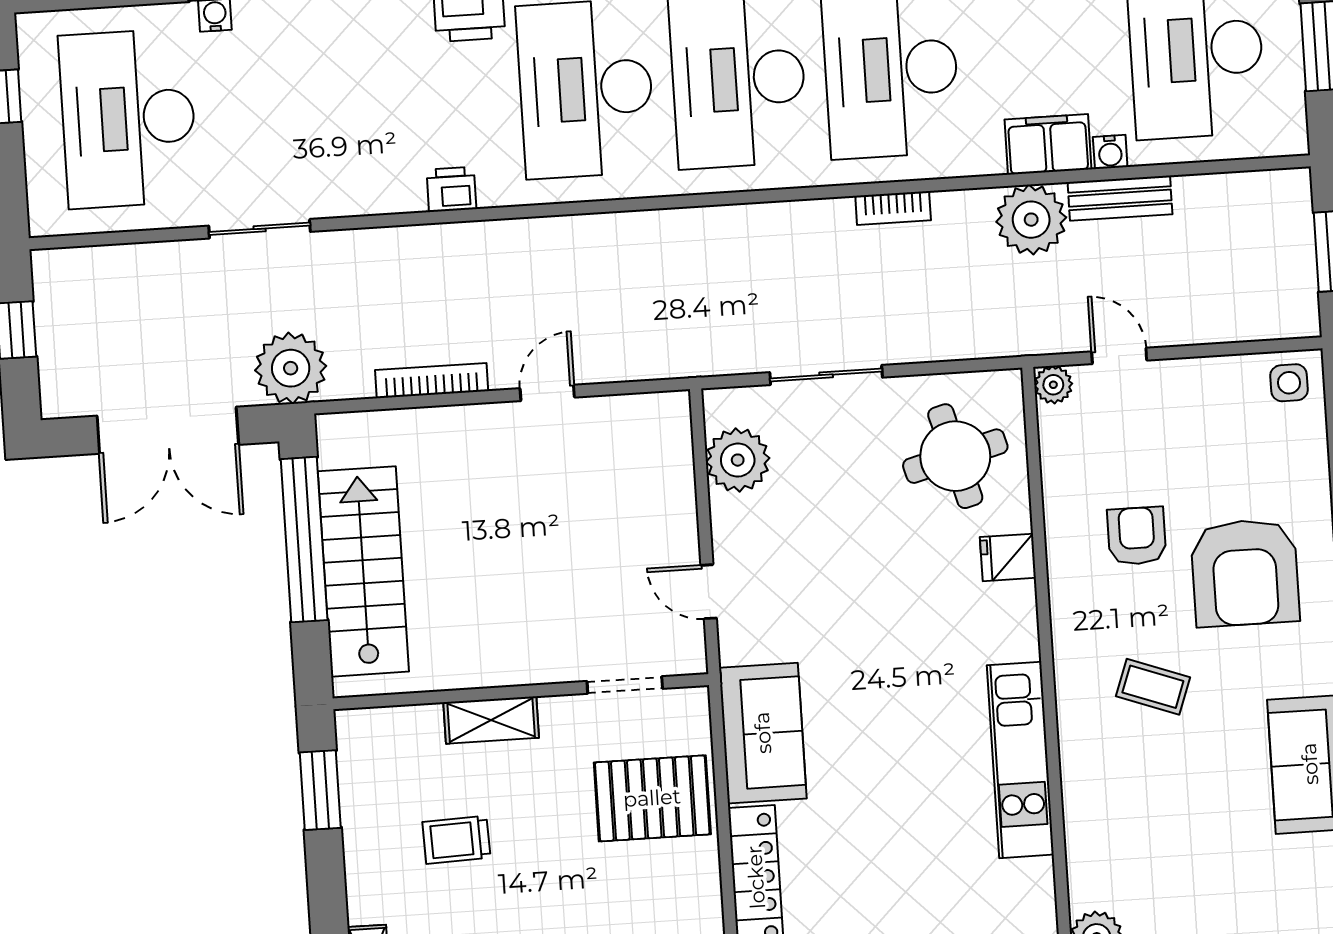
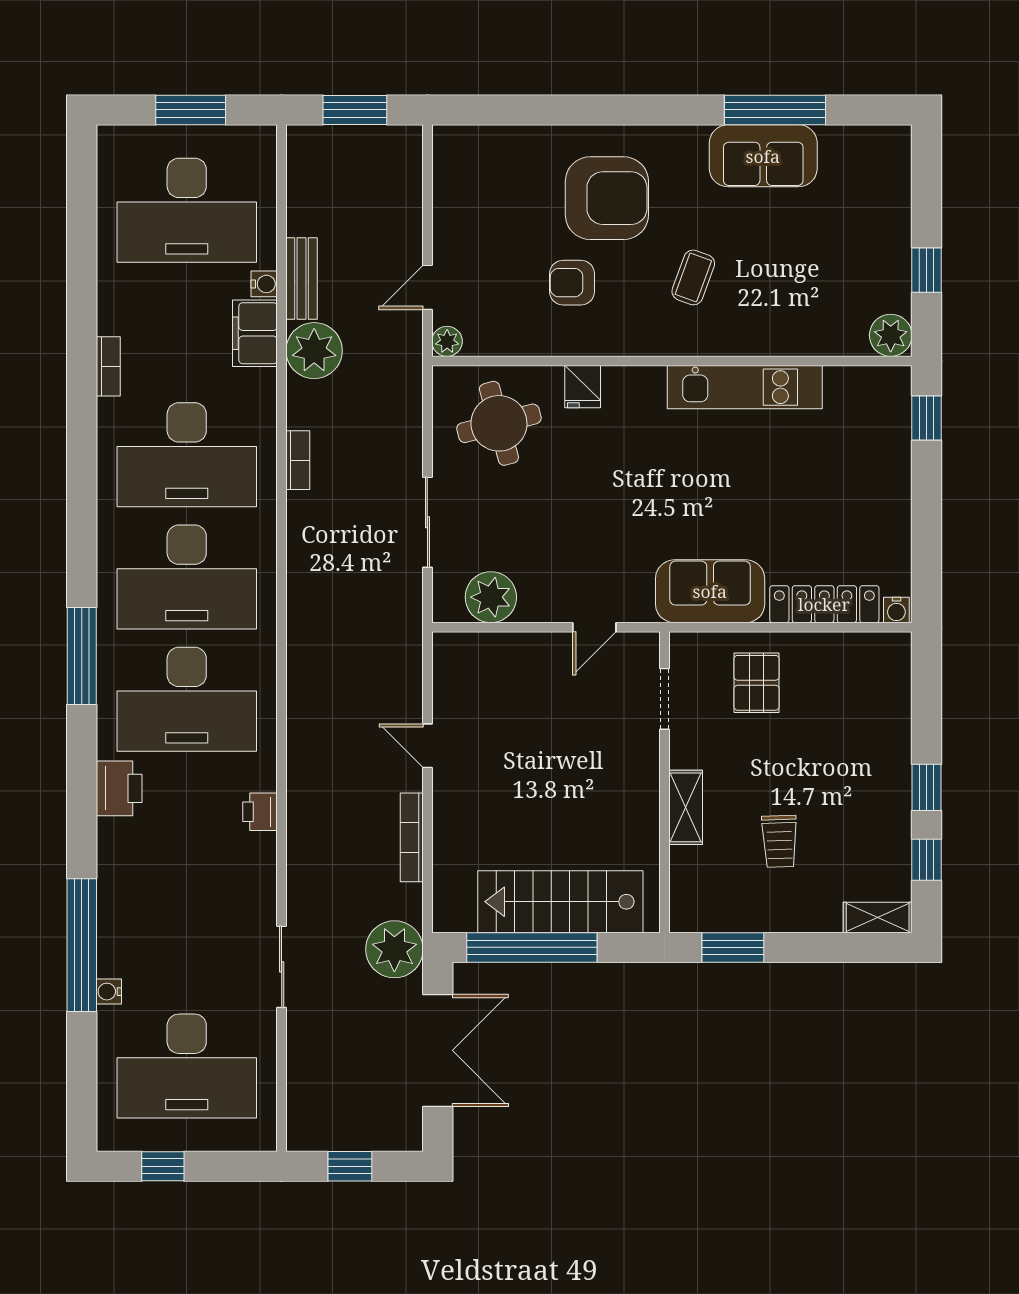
side table: (1289, 383) -> (458, 153), removed
pallet: (652, 798) -> (757, 683), width x0.67, depth x0.71

